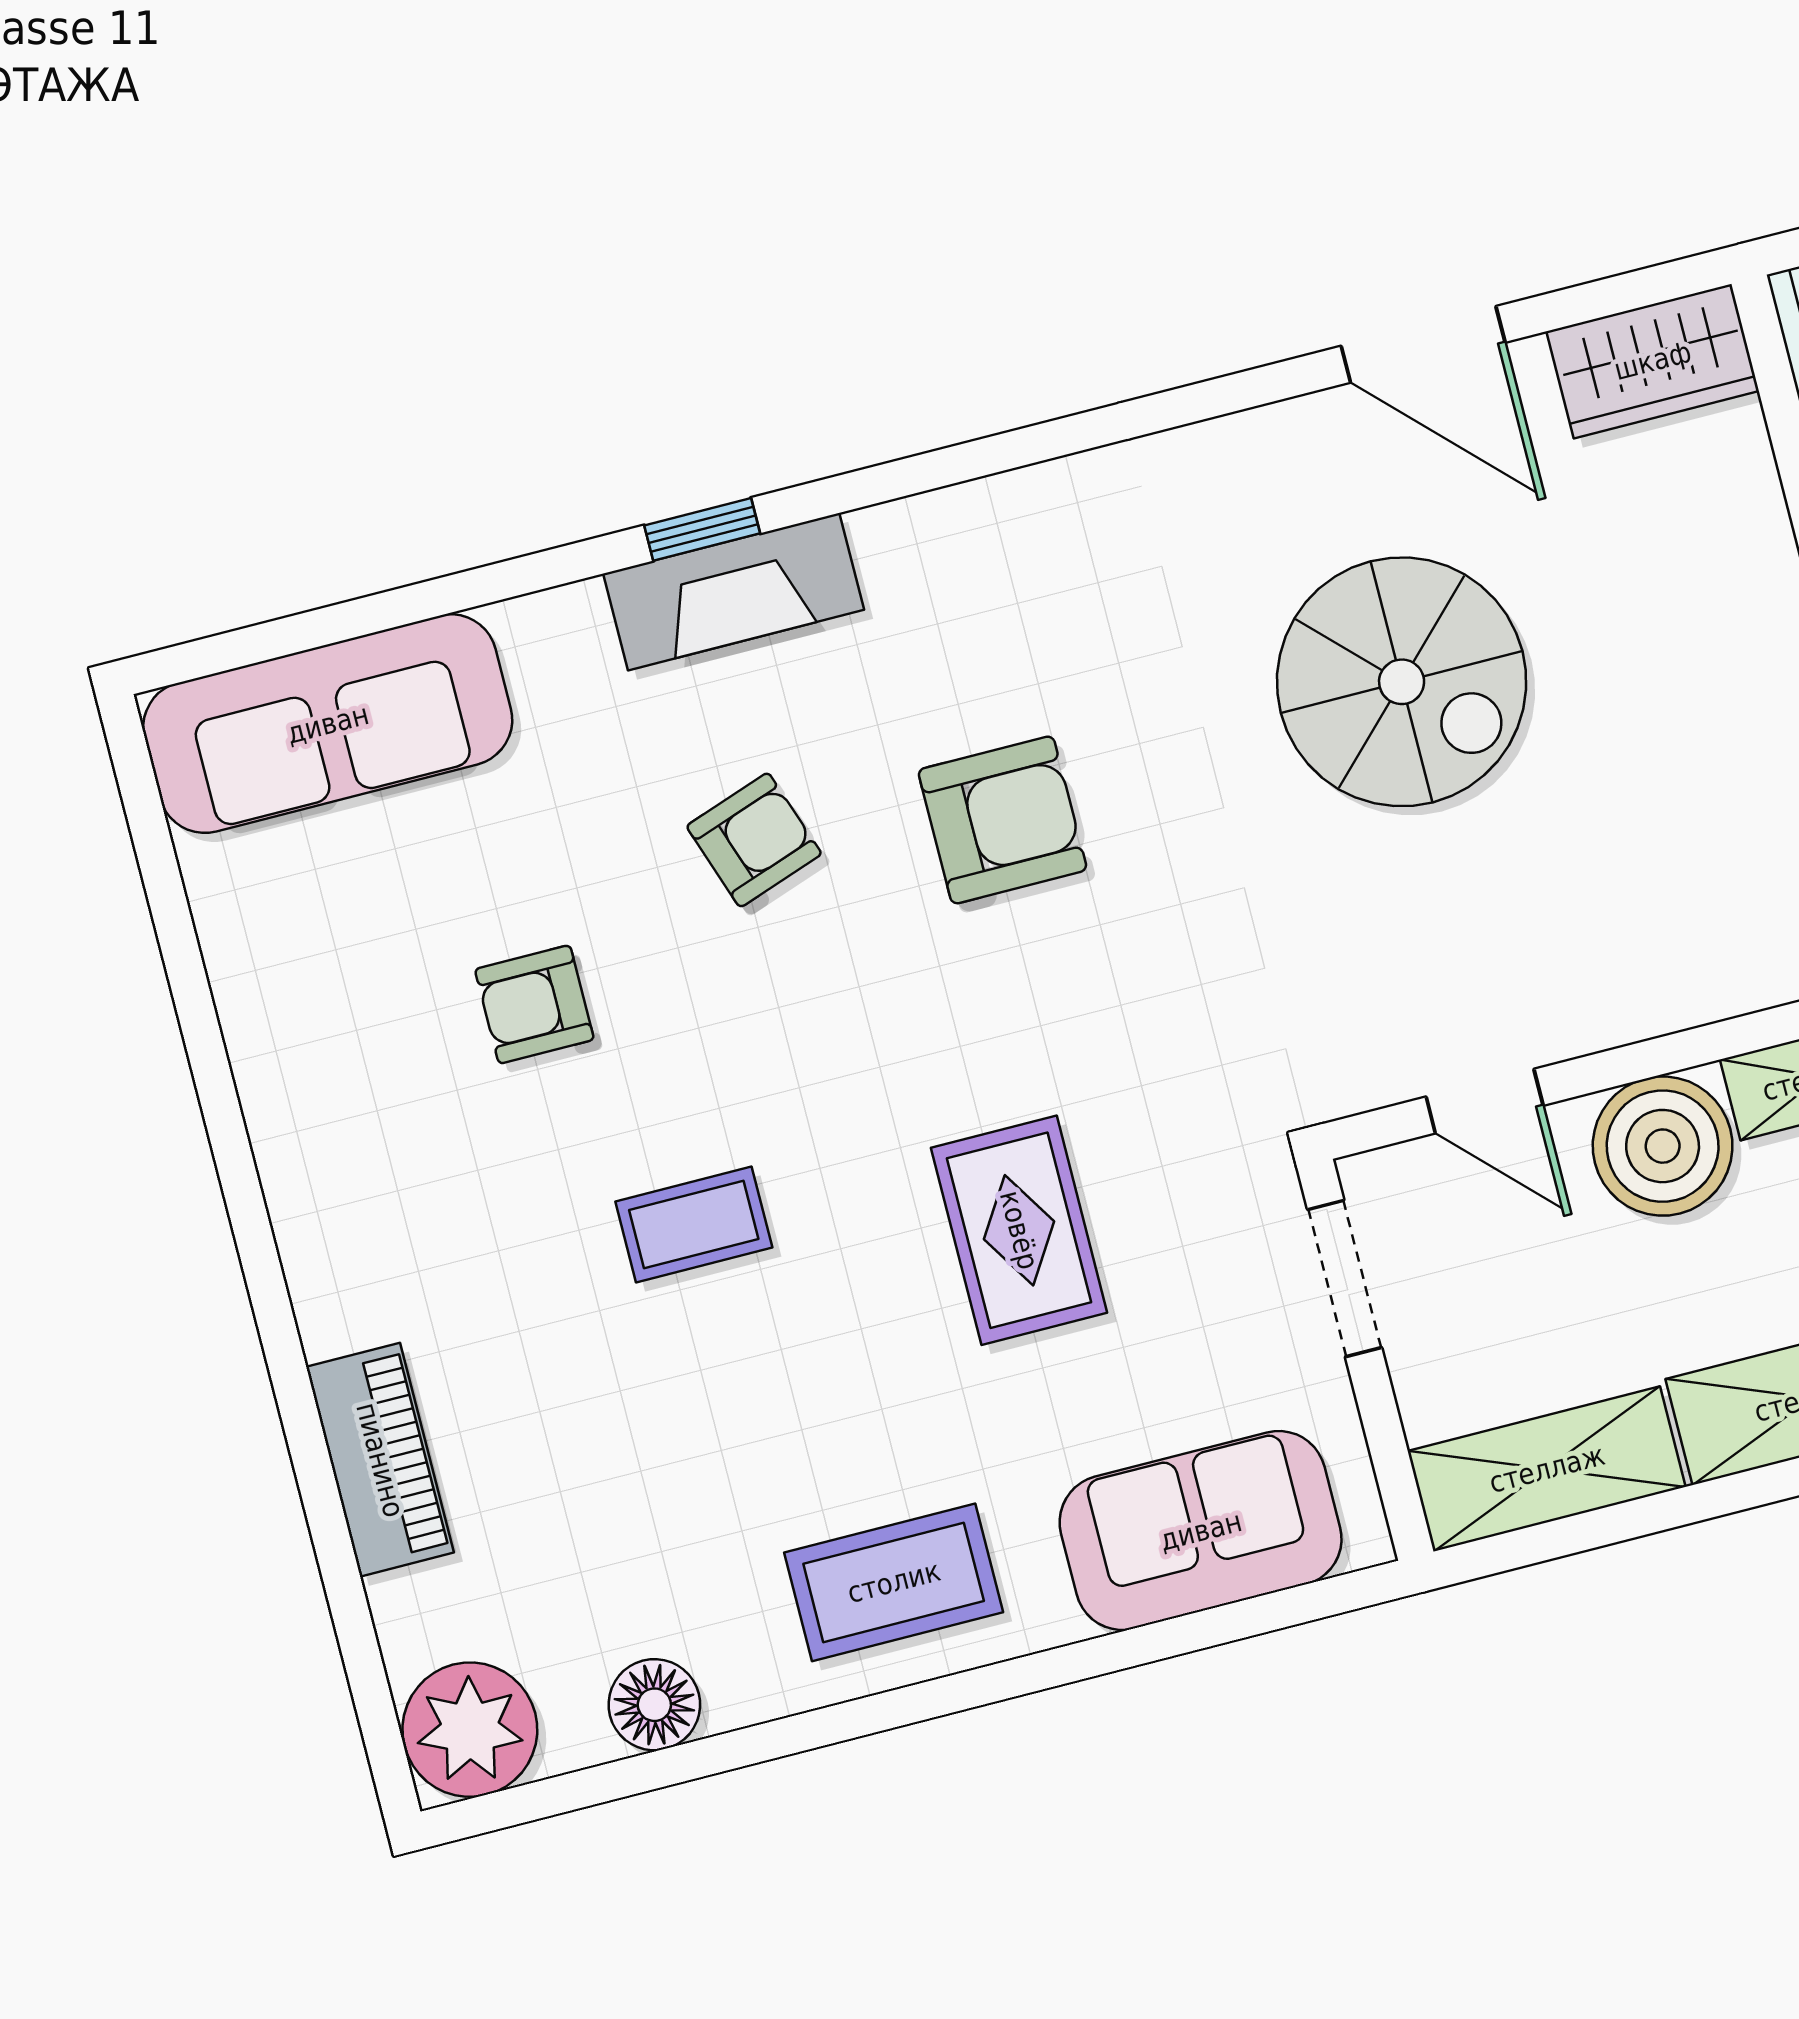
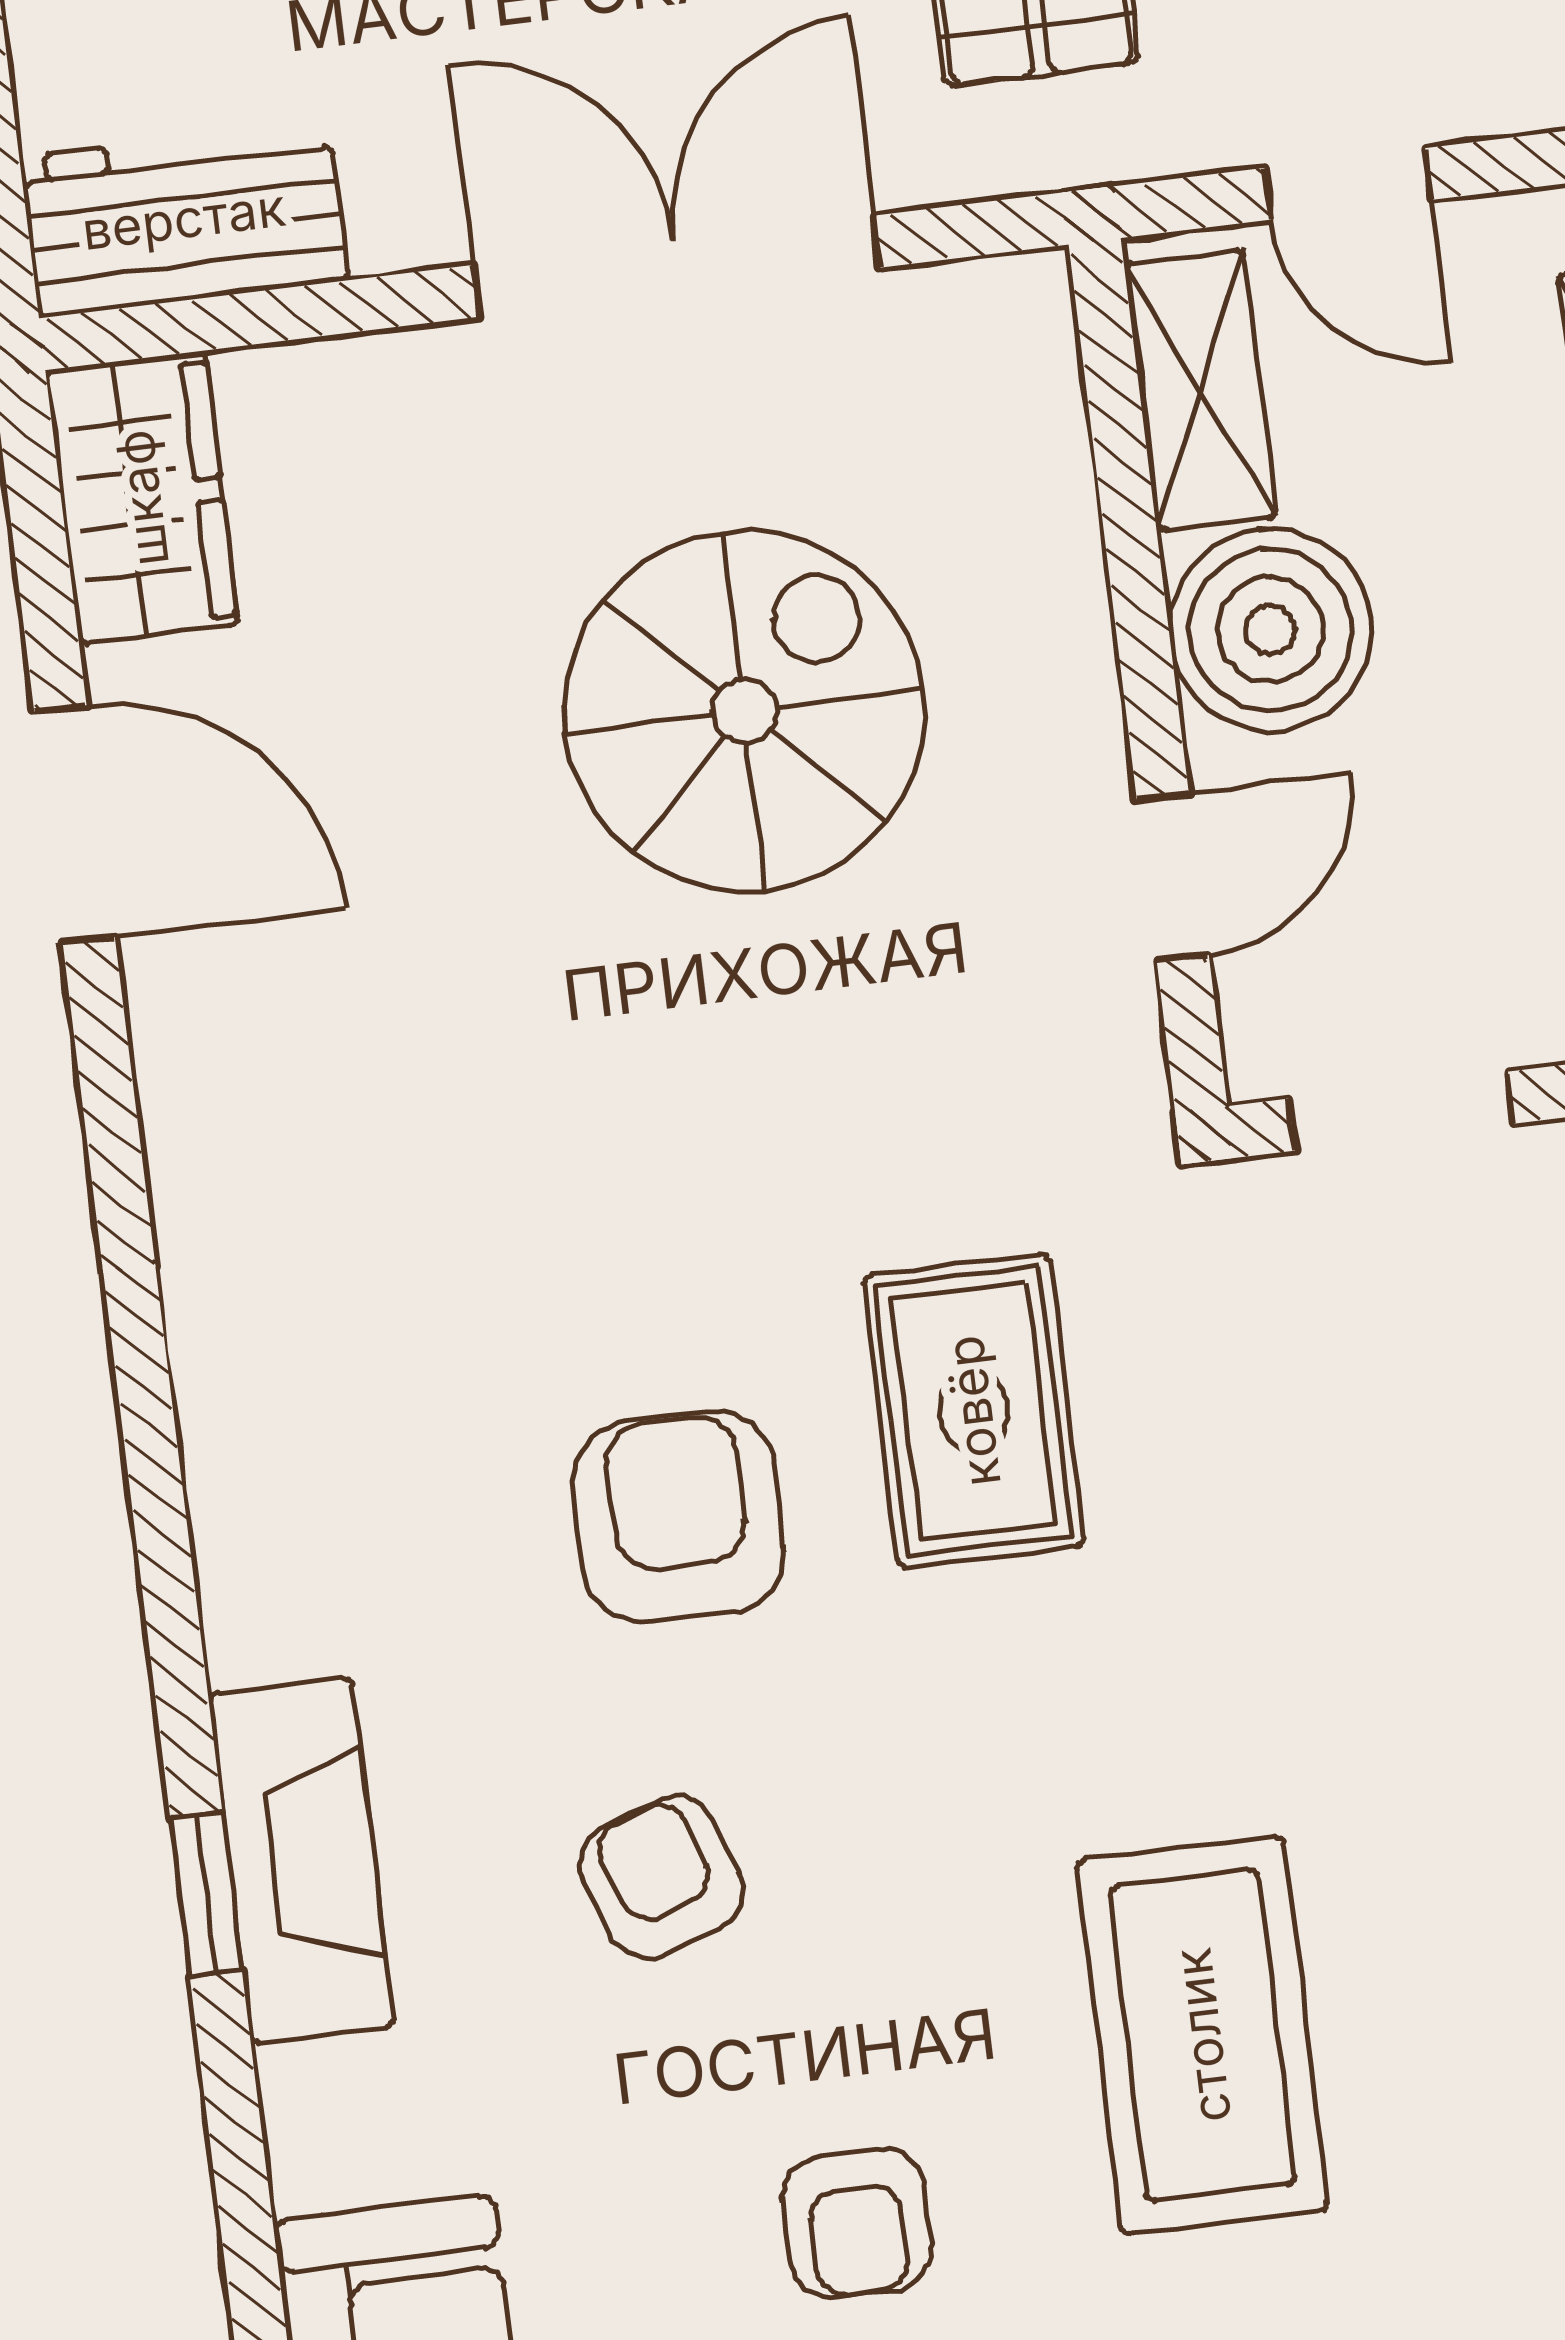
door: (1423, 344) -> (75, 824), hinge flipped
spiral stairs: (1402, 682) -> (744, 711), moved
coffee table: (694, 1224) -> (1202, 2035), width x1.86, depth x1.72
rug: (1019, 1230) -> (973, 1411), moved, turned 90

